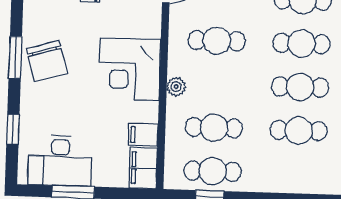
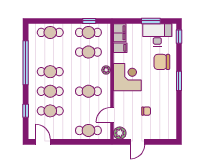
chair: (47, 61) -> (162, 62), moved, turned -74
window: (13, 129) -> (179, 37), moved
cafe table: (299, 131) -> (50, 32), moved

